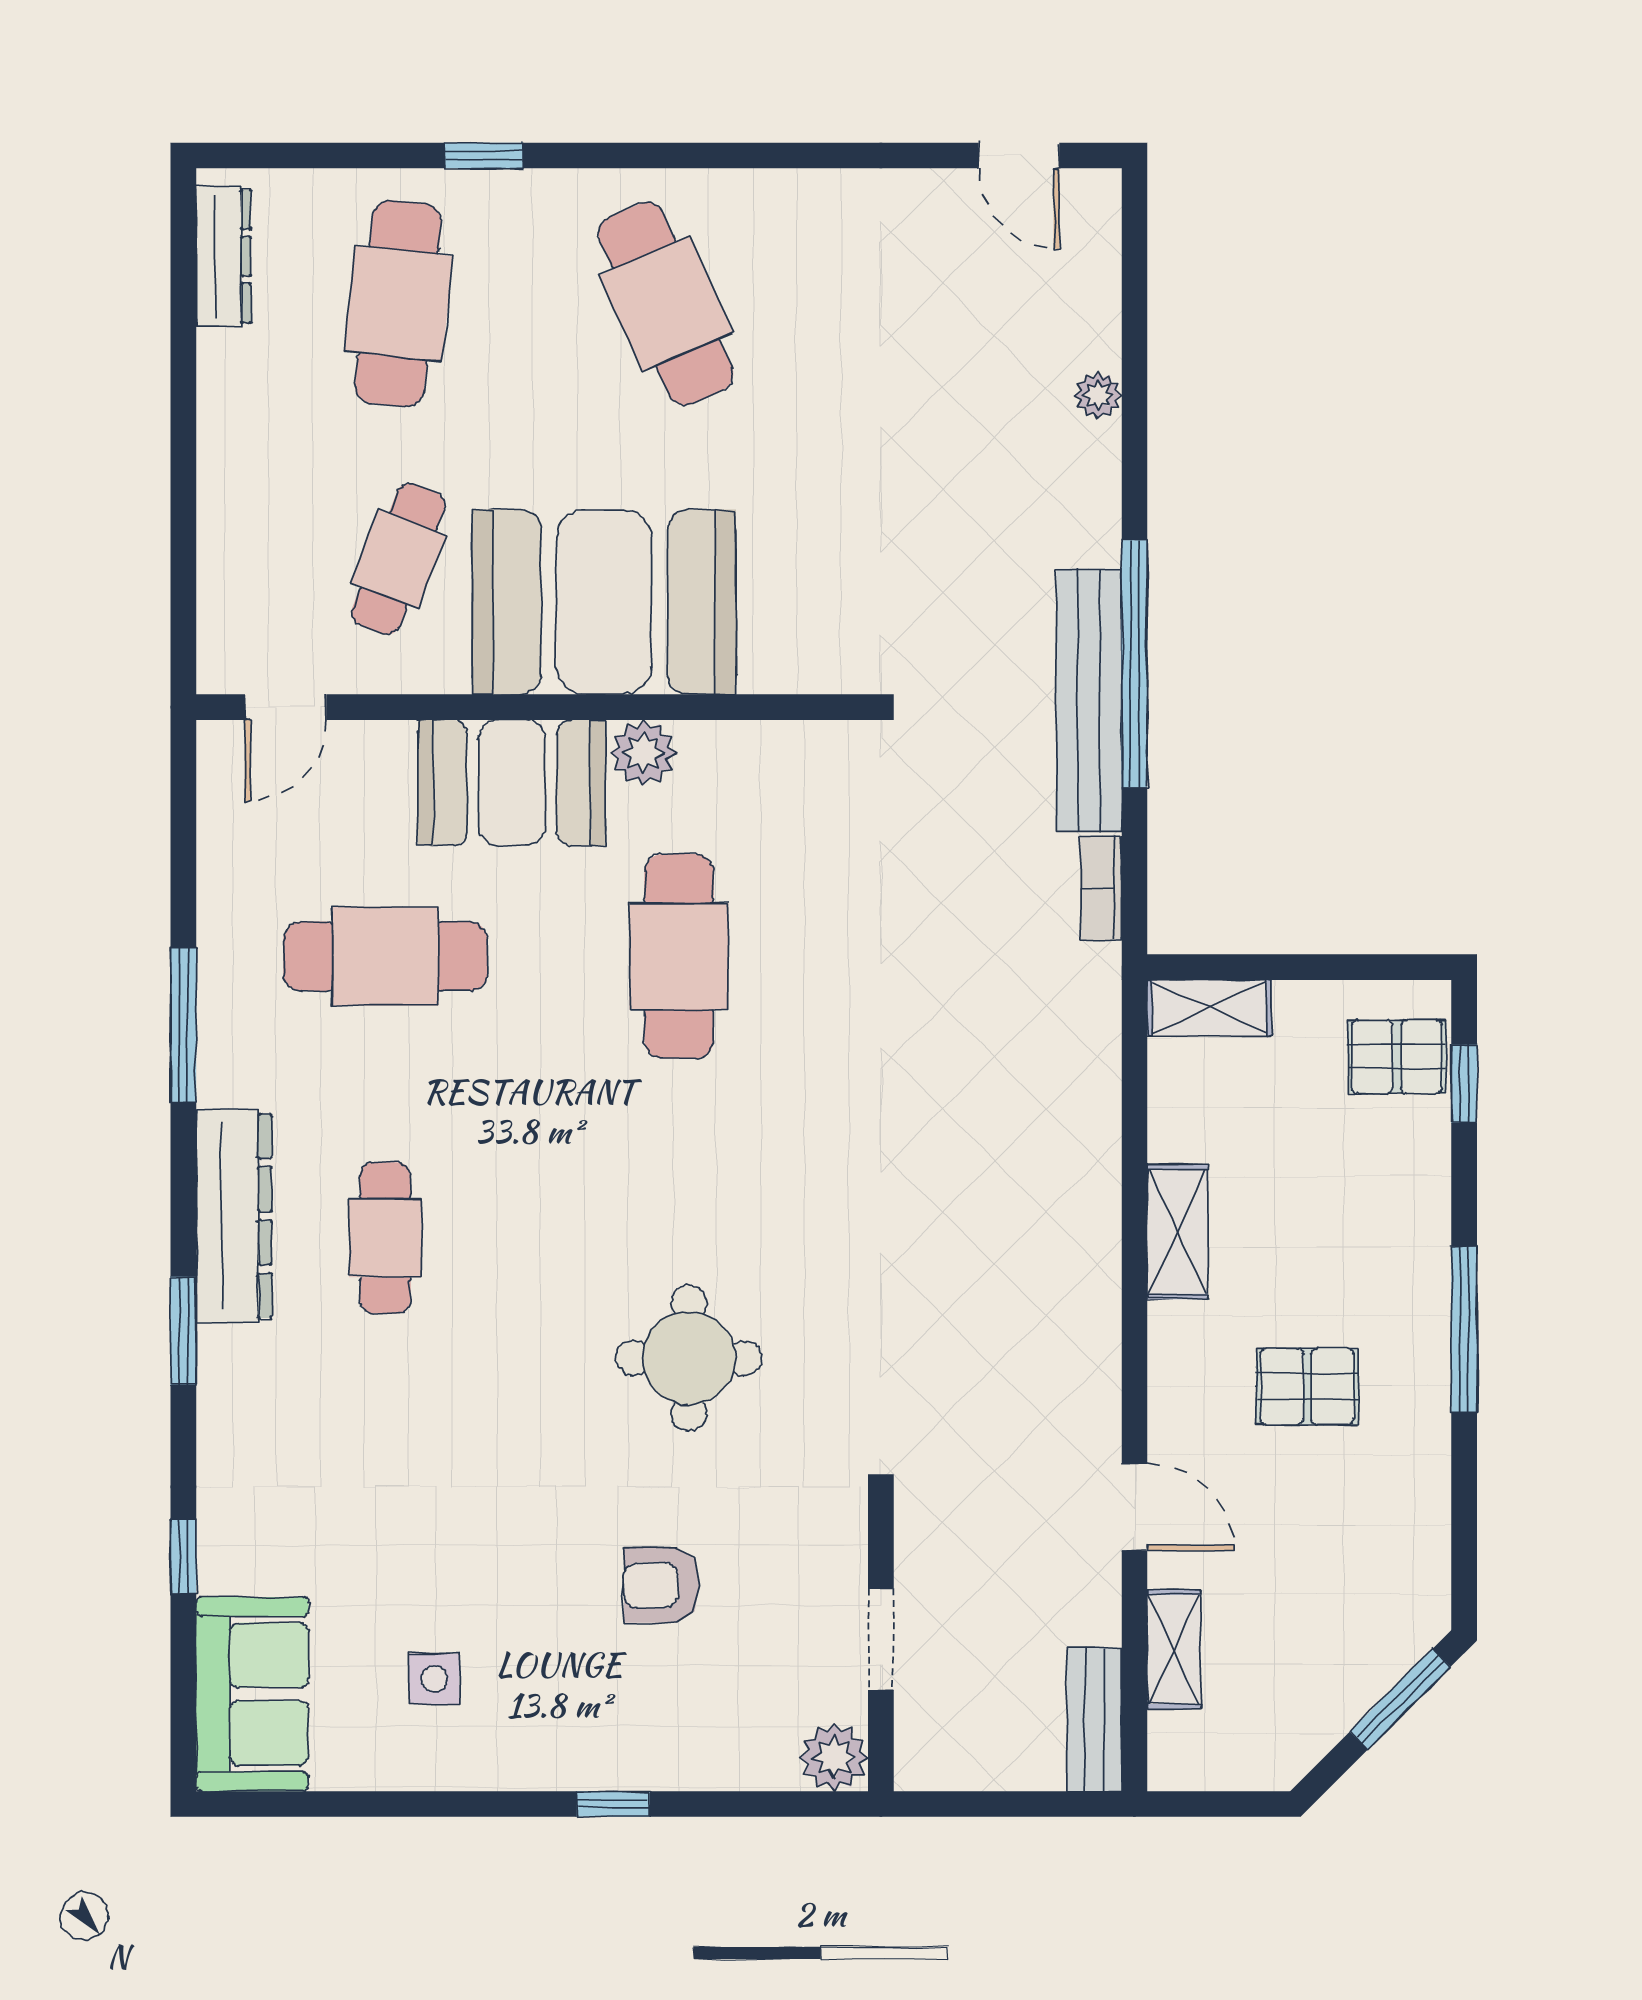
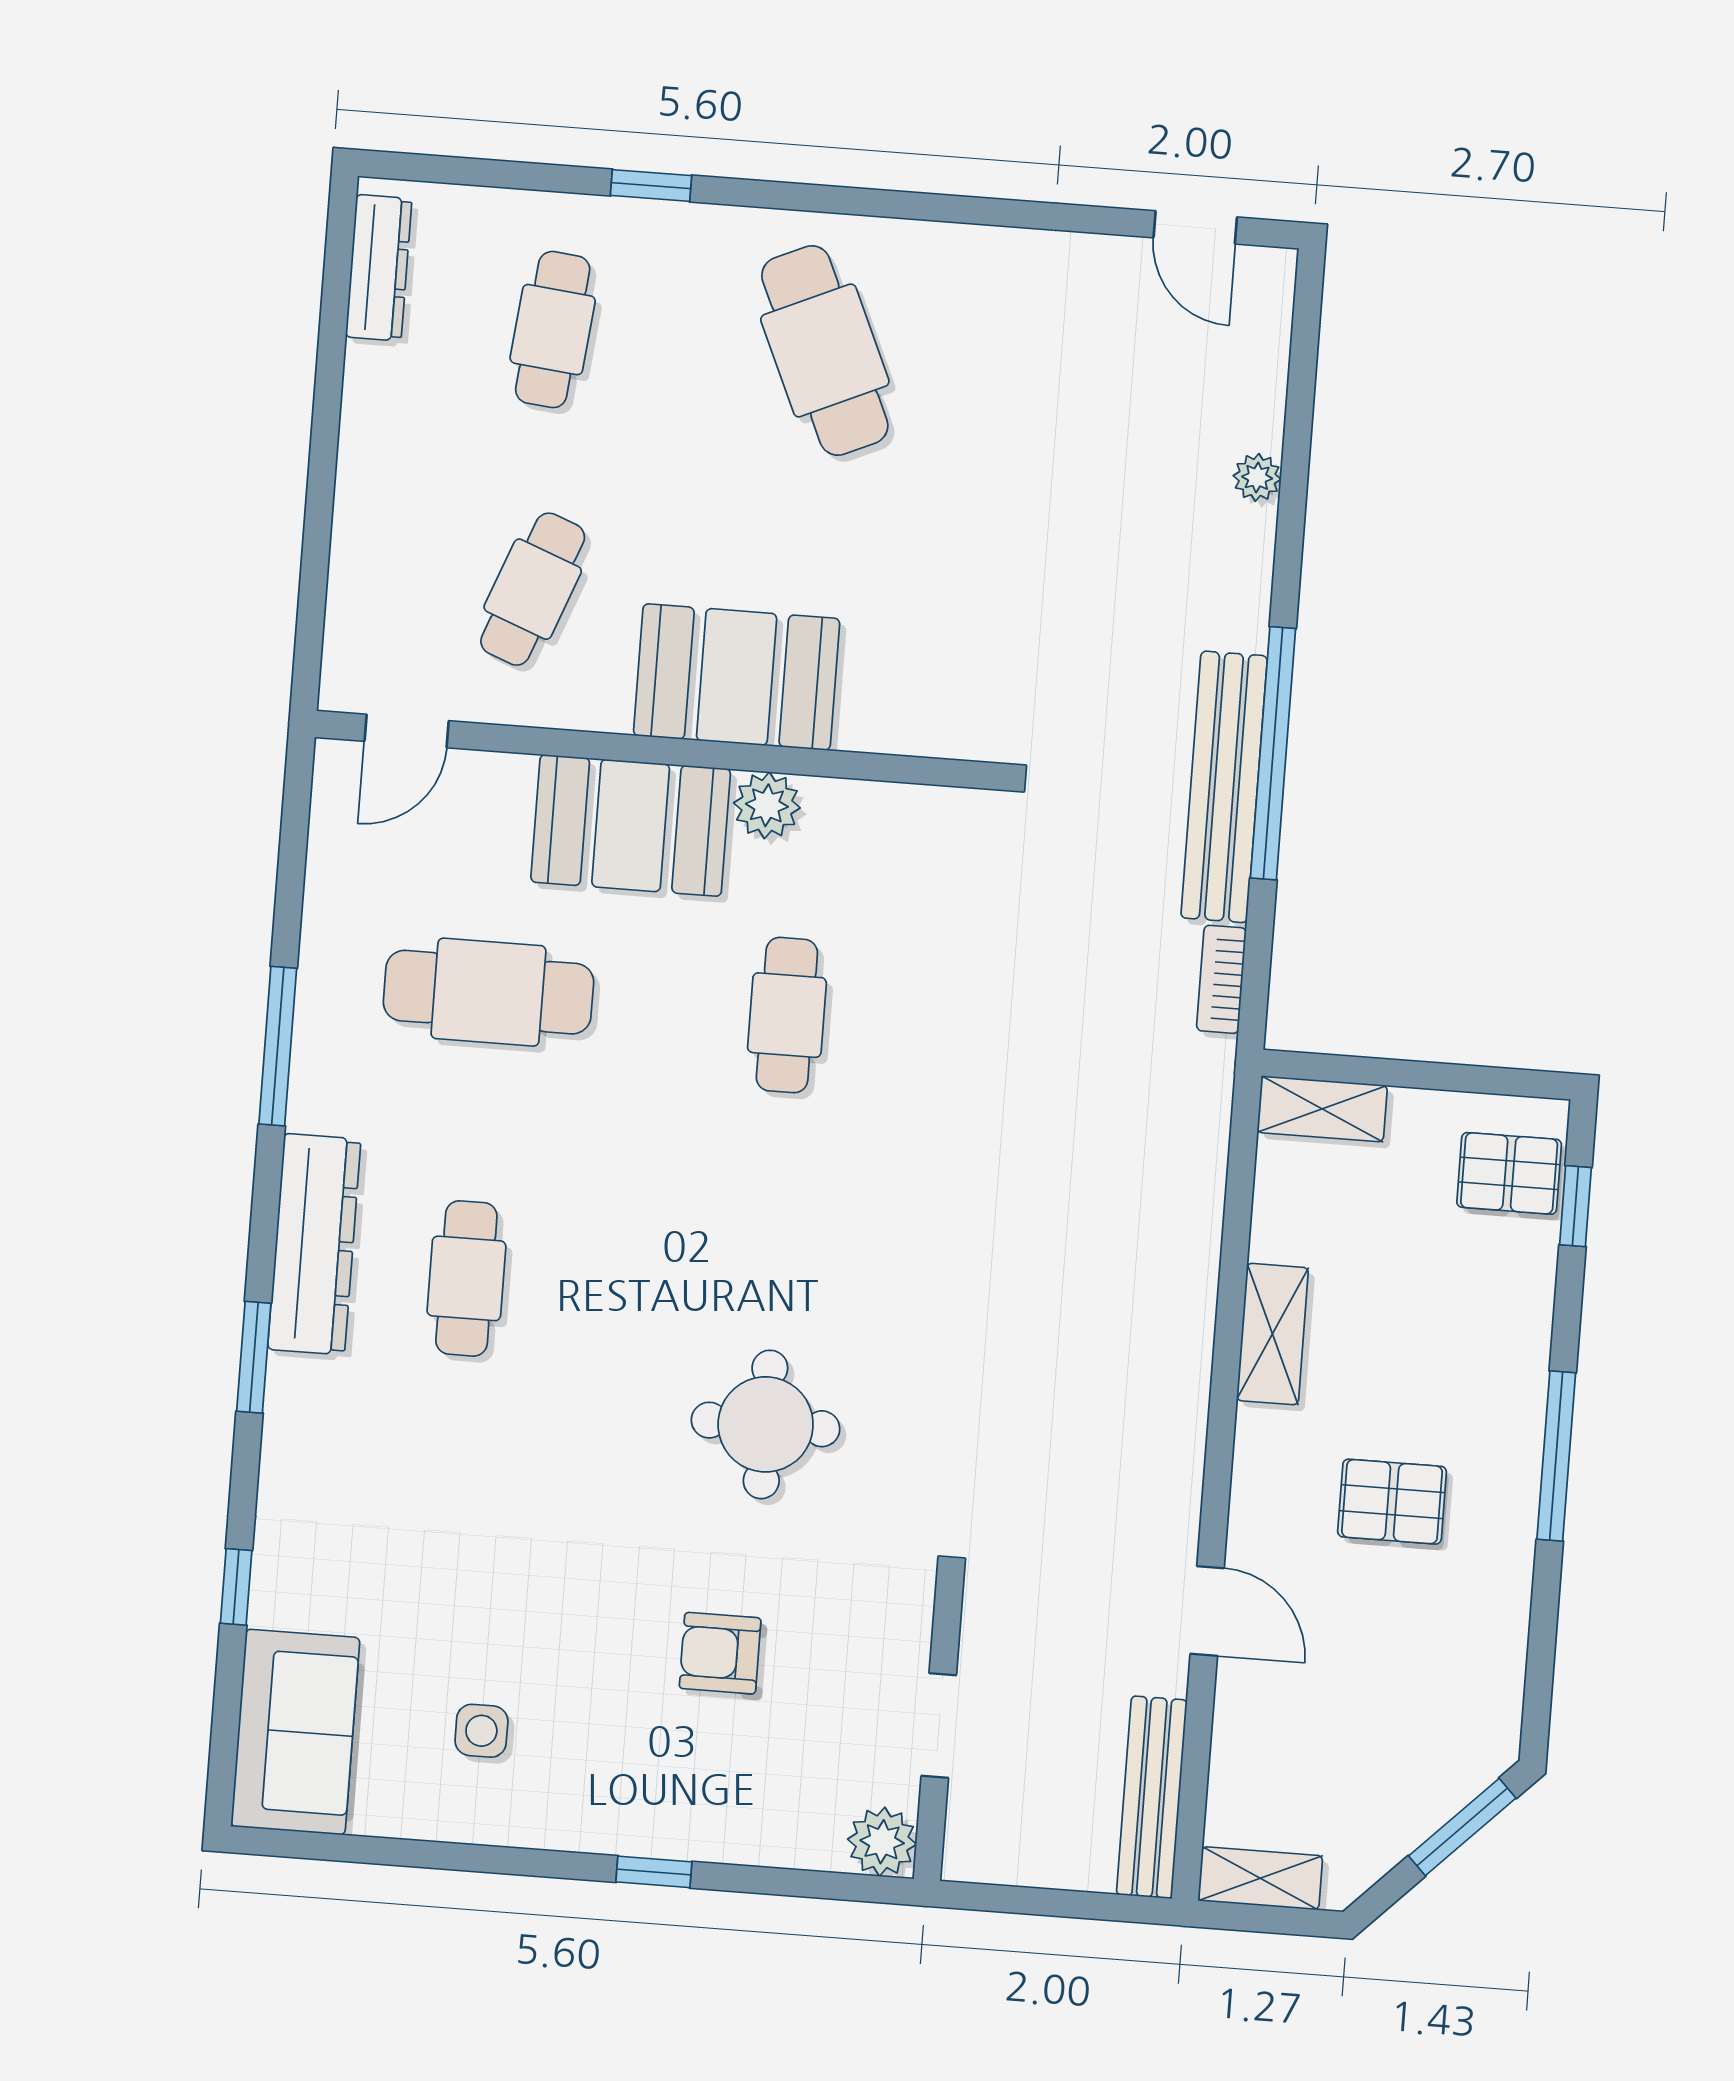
cafe table: (398, 304) -> (553, 330), width x0.73, depth x0.74
booth: (604, 602) -> (737, 677), width x0.73, depth x0.70
cafe table: (679, 956) -> (787, 1015), width x0.73, depth x0.74
shelving: (1174, 1650) -> (1260, 1878), moved, turned 90
bench: (1094, 1720) -> (1152, 1797), width x1.36

